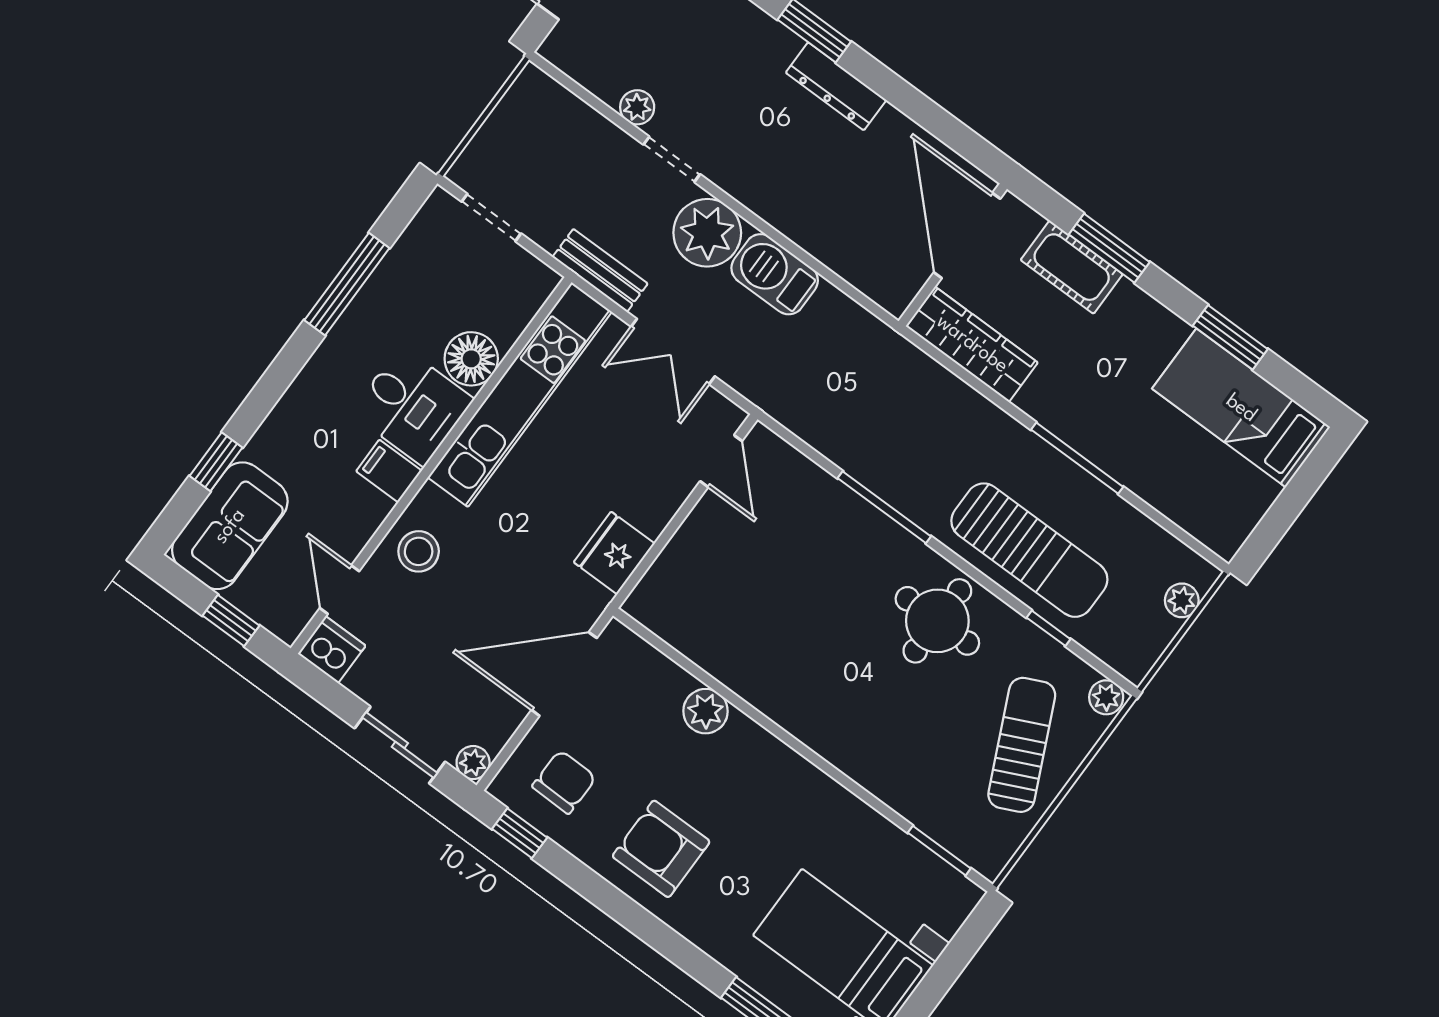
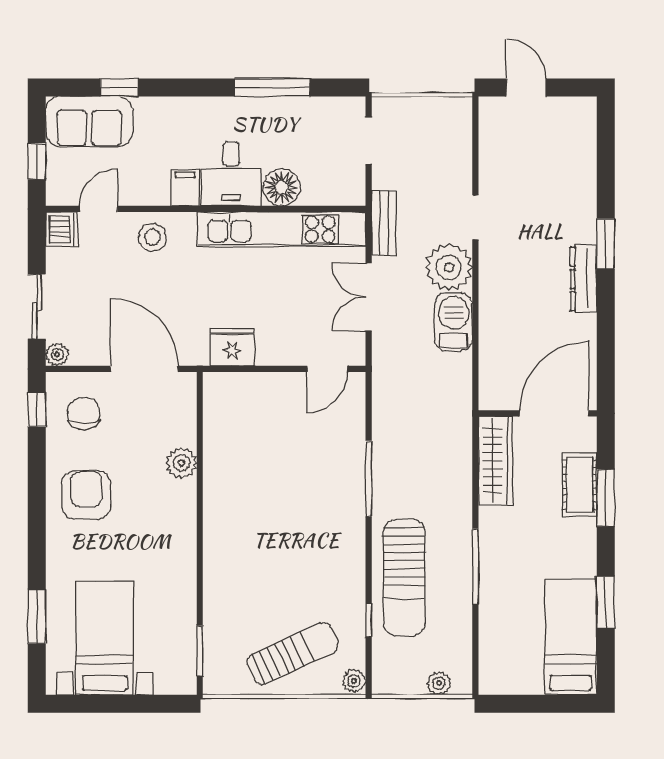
plant: (637, 107) -> (490, 177), removed
round table: (937, 621) -> (327, 555), removed
chair: (564, 782) -> (84, 413), turned -91

